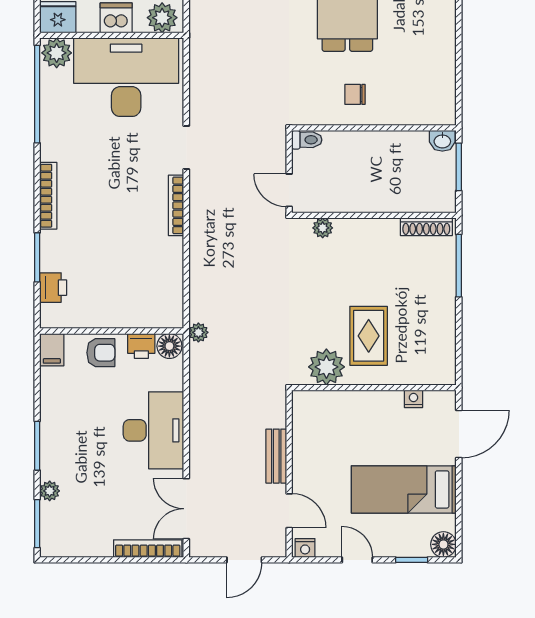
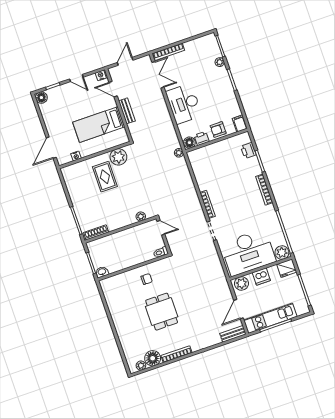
bed: (404, 489) -> (99, 125), moved, turned 180

